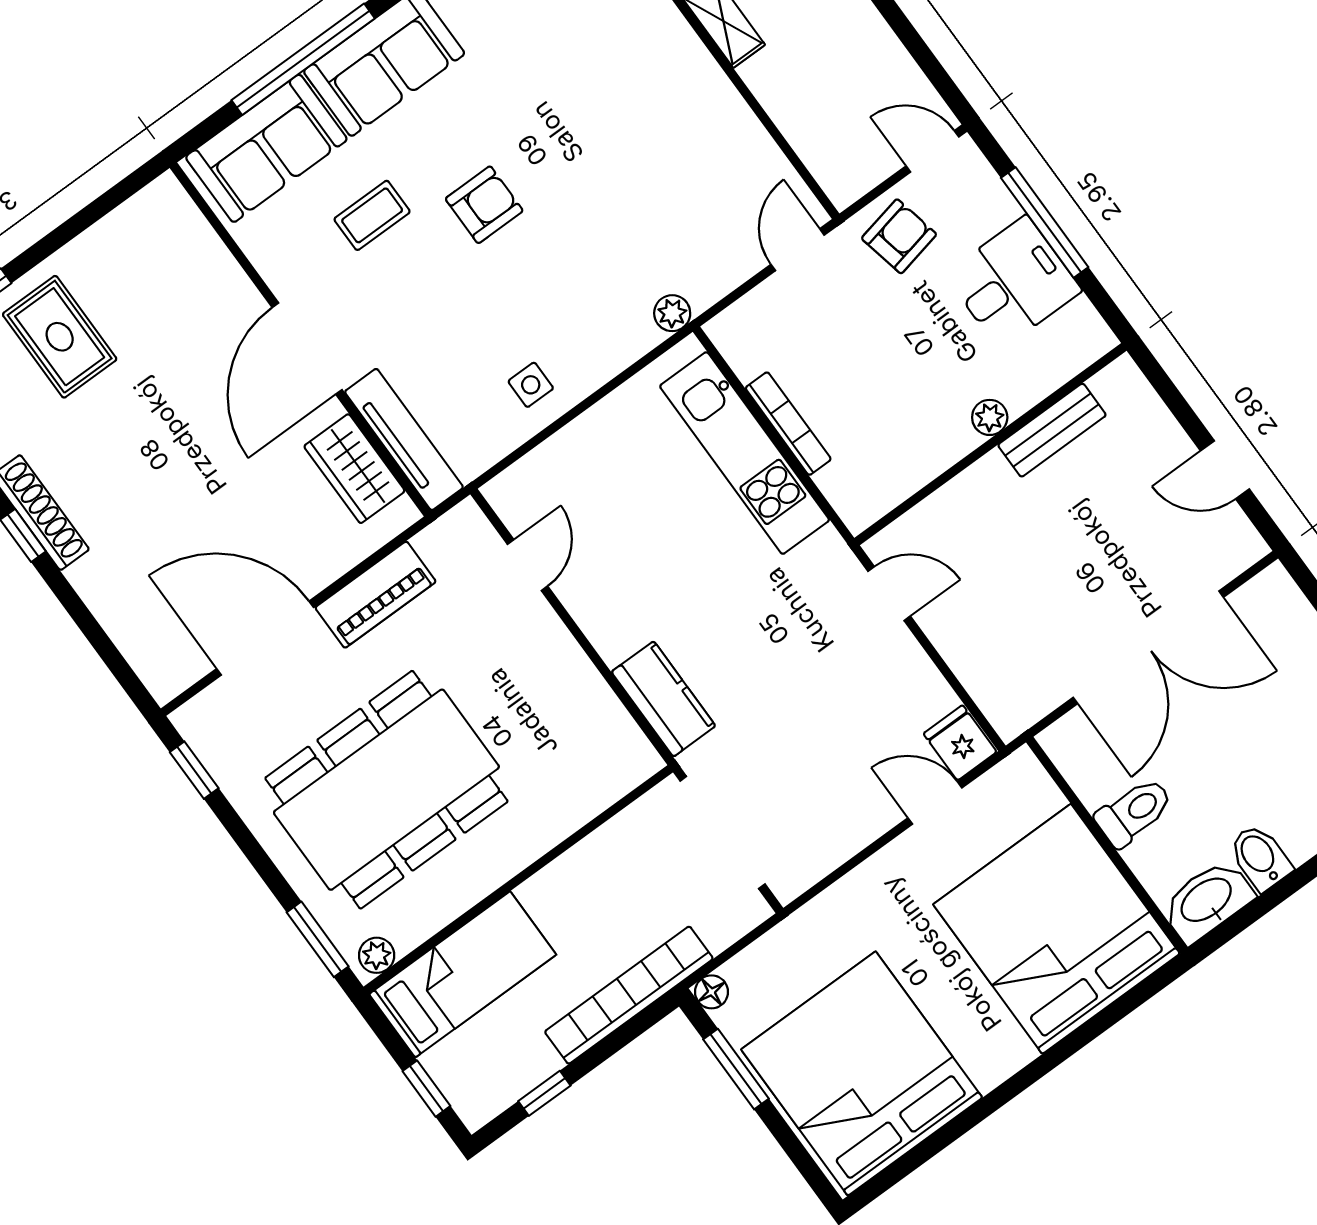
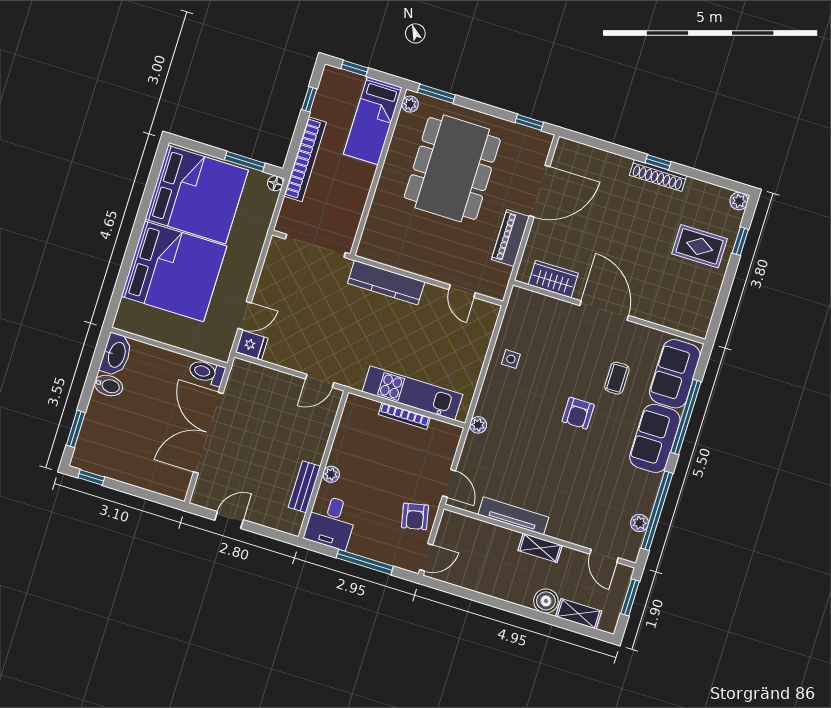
desk: (1013, 283) -> (331, 522), moved
tv unit: (404, 439) -> (513, 516), moved, turned 180
kitchen counter: (663, 699) -> (386, 283), width x1.50
toilet: (1134, 812) -> (207, 372), moved, turned 90
bed: (1057, 929) -> (174, 271), moved

